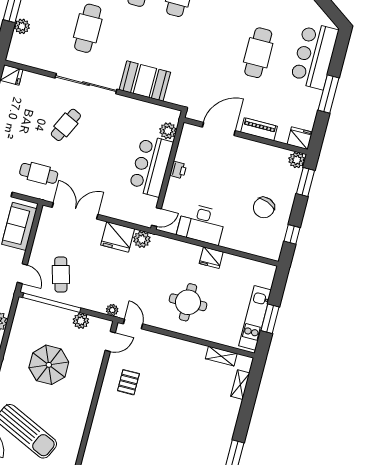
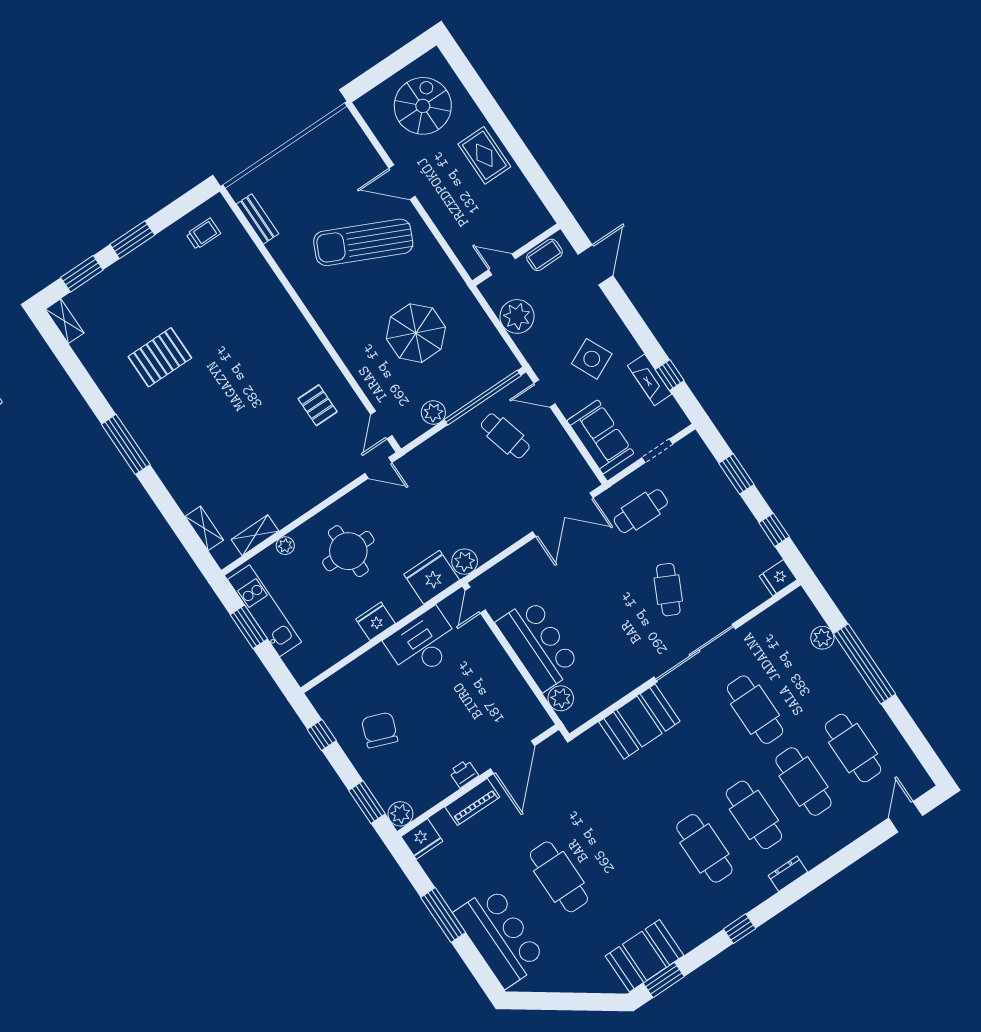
printer: (178, 170) -> (464, 774), moved, turned 90
fridge: (118, 237) -> (432, 577), moved
plant: (112, 310) -> (285, 546), moved

